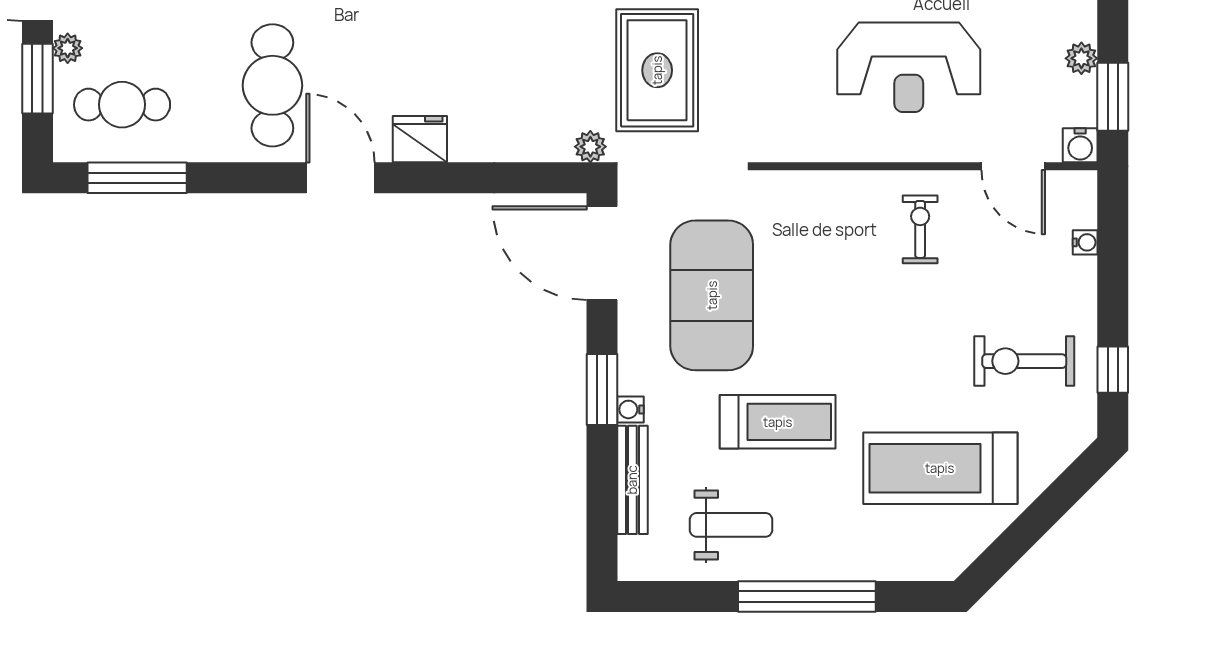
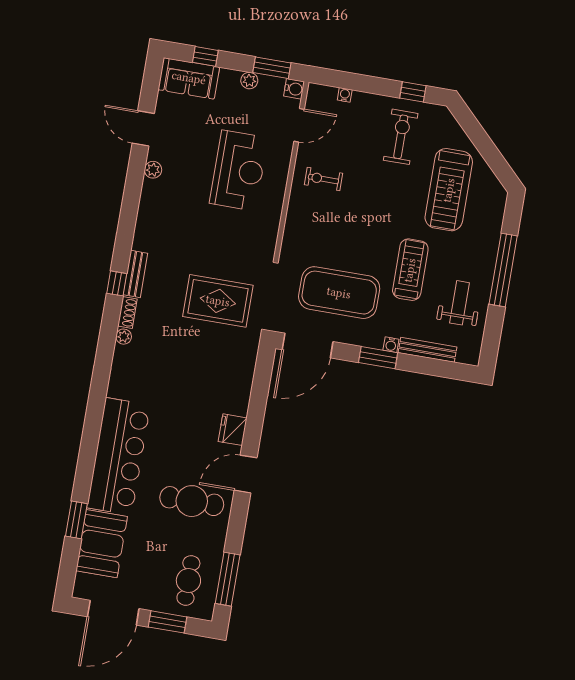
plant: (68, 48) -> (154, 604), removed
plant: (590, 147) -> (252, 342), removed
exercise bike: (1024, 361) -> (401, 137), turned 180

